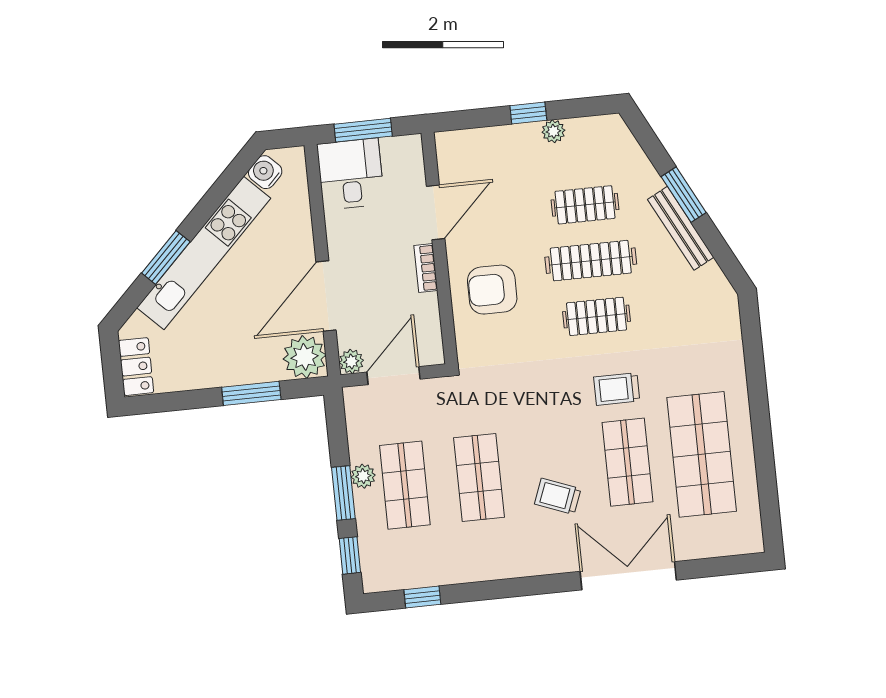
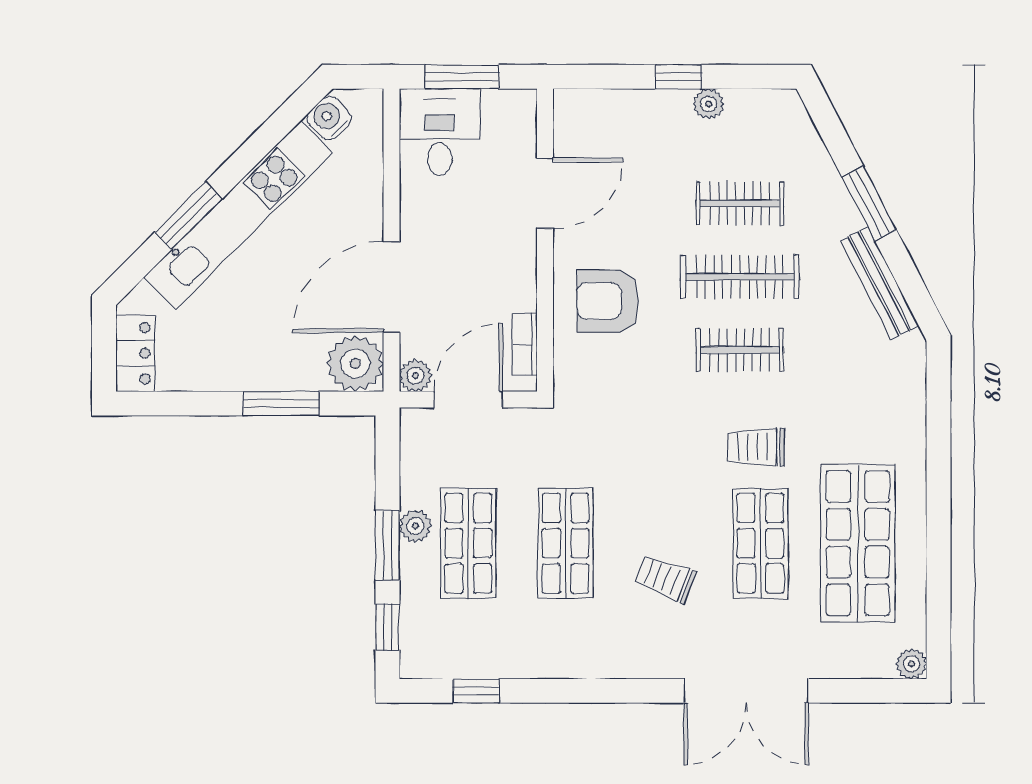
bench: (681, 228) -> (880, 283), moved
bookcase: (426, 268) -> (525, 345), moved
plant: (752, 542) -> (911, 664), added
double door: (628, 576) -> (746, 691), swing flipped

